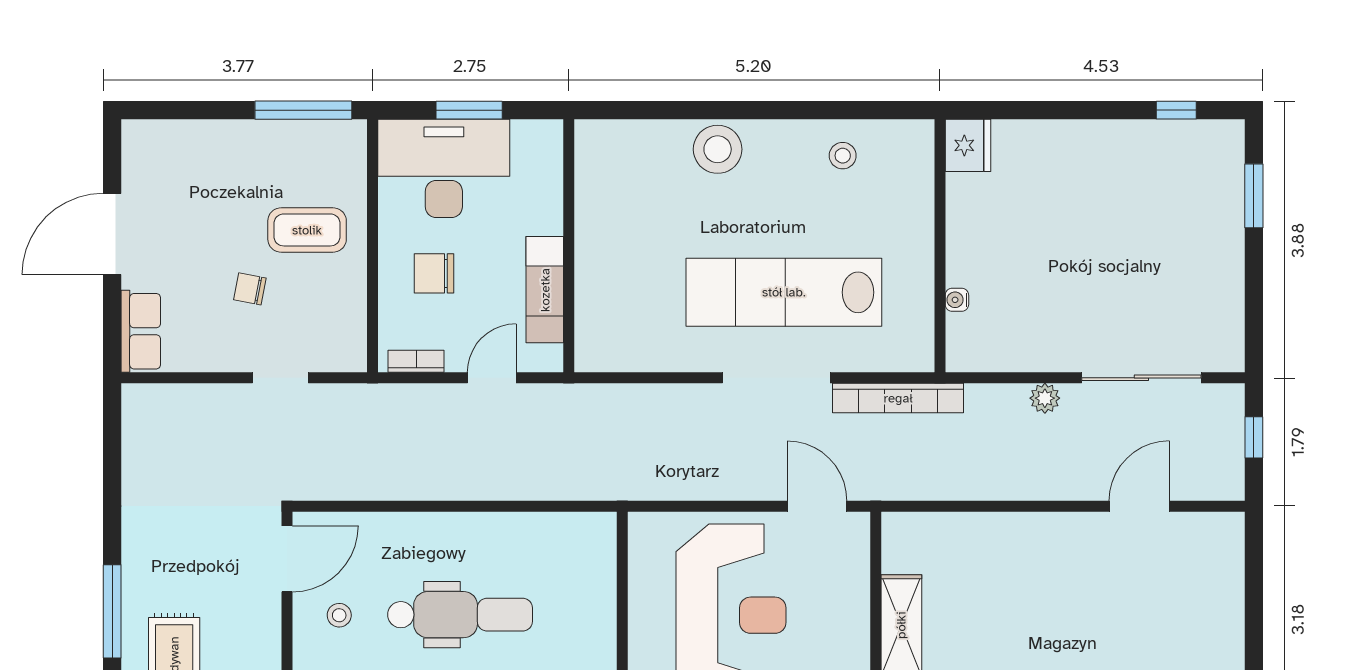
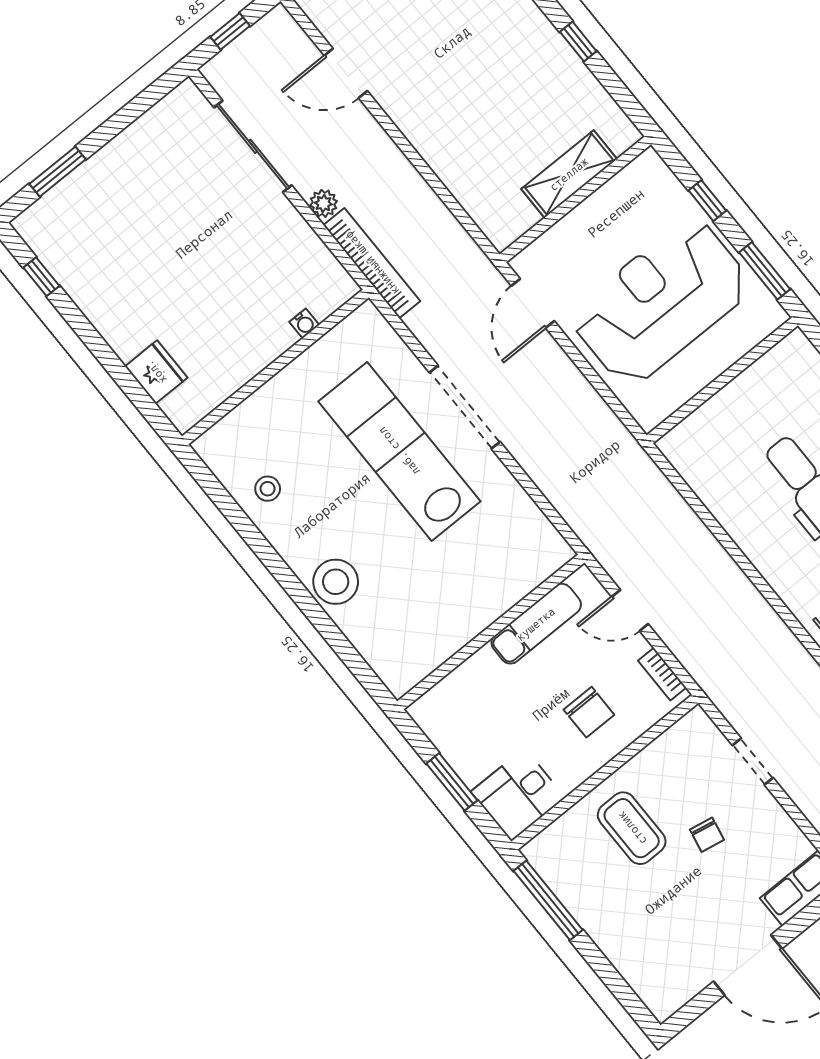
fridge: (968, 145) -> (156, 372), moved, turned 90
desk: (444, 168) -> (518, 795), width x0.53, depth x0.77
lab bench: (784, 292) -> (399, 451), turned 180
bookcase: (898, 398) -> (372, 263), moved

